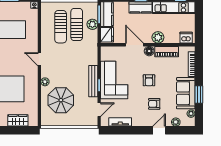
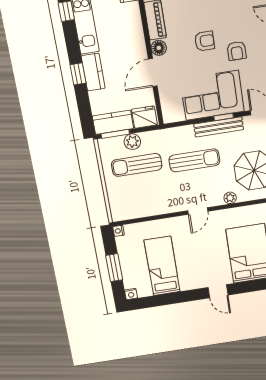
sun lounger: (61, 27) -> (194, 160), moved
plant: (158, 37) -> (135, 37), removed
armchair: (154, 104) -> (237, 51), moved

